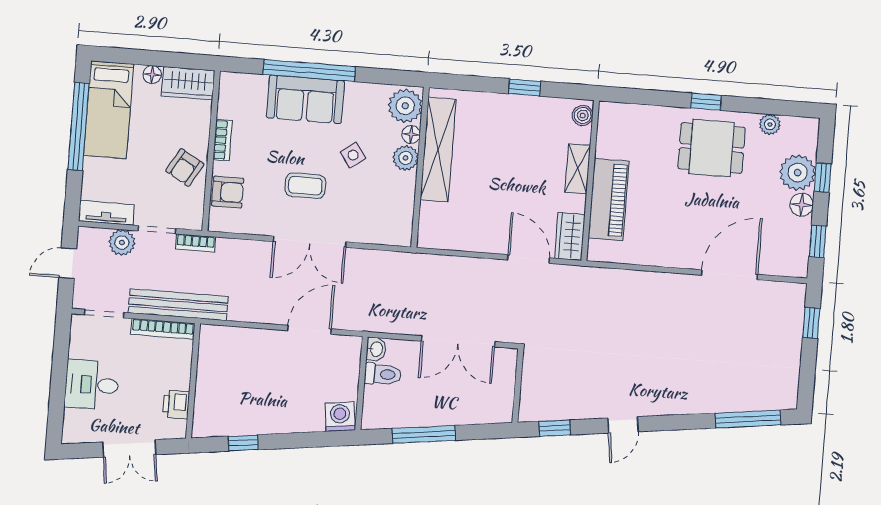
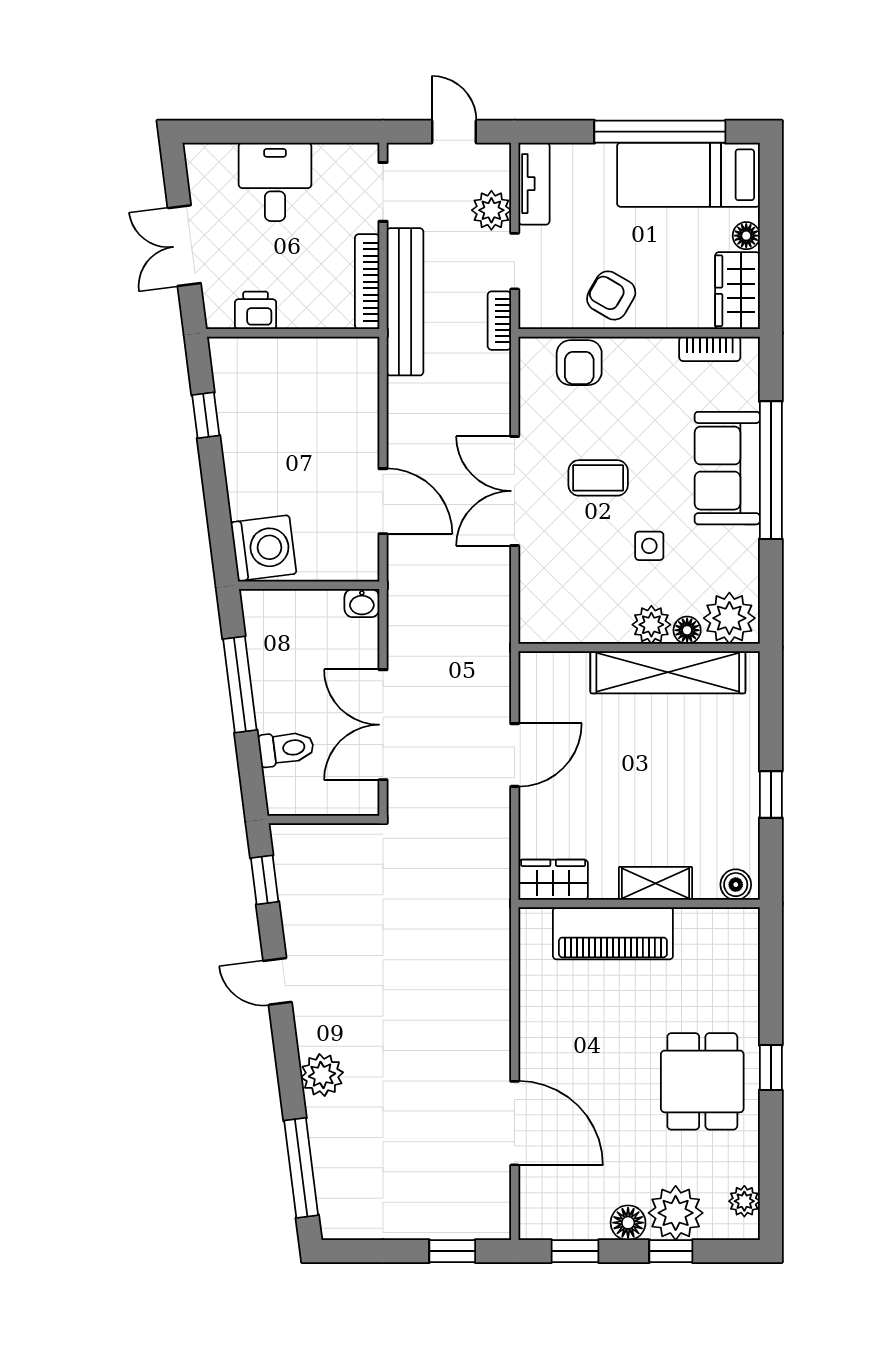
plant: (770, 124) -> (744, 1201), moved
bookcase: (223, 140) -> (710, 349), moved
side table: (353, 155) -> (649, 546), turned 35
coffee table: (305, 186) -> (598, 478), turned 90
door: (529, 259) -> (515, 755), moved
toilet: (383, 374) -> (286, 748), moved, turned -97
plant: (687, 400) -> (322, 1075), added
washing machine: (340, 417) -> (264, 548), width x1.37, depth x1.37

